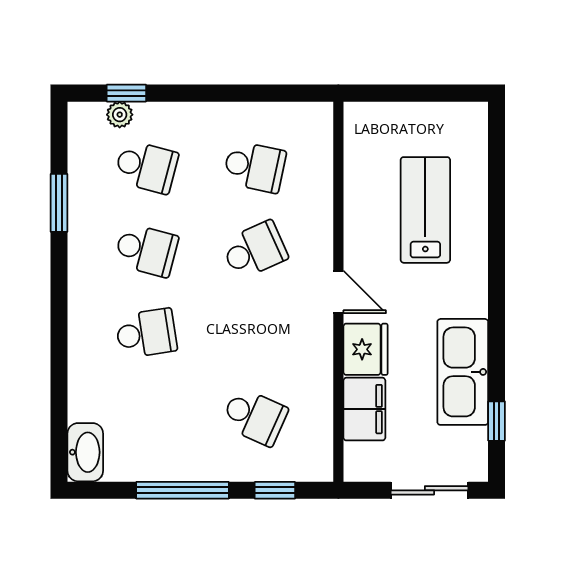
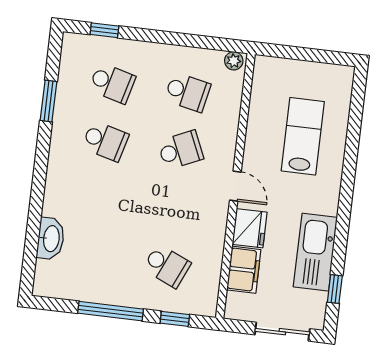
plant: (120, 115) -> (234, 61), moved
school desk: (146, 333) -> (98, 199), removed
washbasin: (85, 452) -> (51, 239), moved

